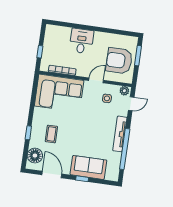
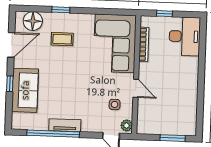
desk: (81, 41) -> (185, 36), moved, width x1.37
armchair: (119, 61) -> (164, 115), removed
tv unit: (120, 134) -> (65, 125), width x0.71

